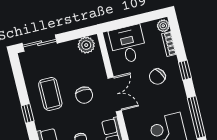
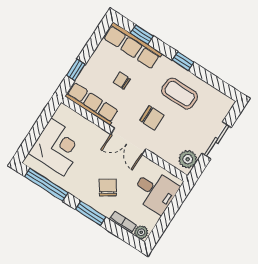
sliding door: (40, 43) -> (217, 141), moved
window: (185, 70) -> (91, 213), width x1.50
chair: (84, 95) -> (152, 118), turned 180

